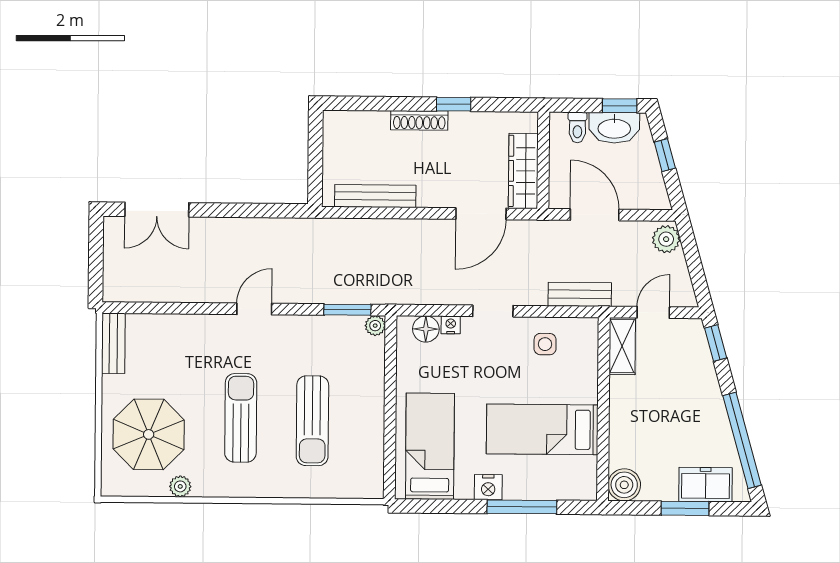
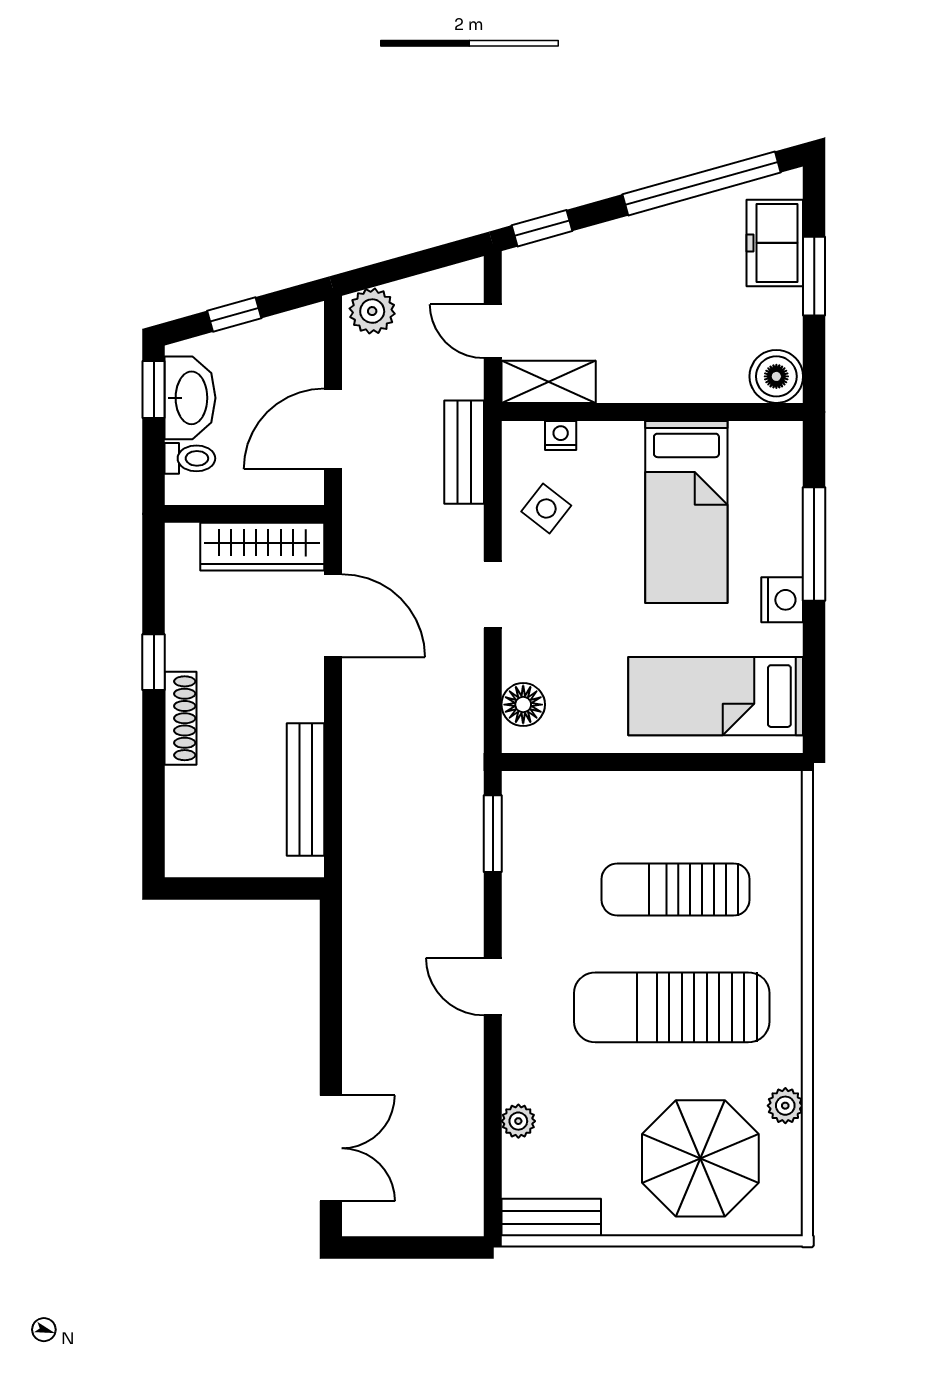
nightstand: (451, 325) -> (561, 435), moved, turned 90
plant: (375, 326) -> (518, 1121), moved
side table: (545, 344) -> (546, 509), turned 38
sun lounger: (241, 418) -> (672, 1007), width x1.36, depth x1.34
sun lounger: (312, 421) -> (675, 889), turned 180

